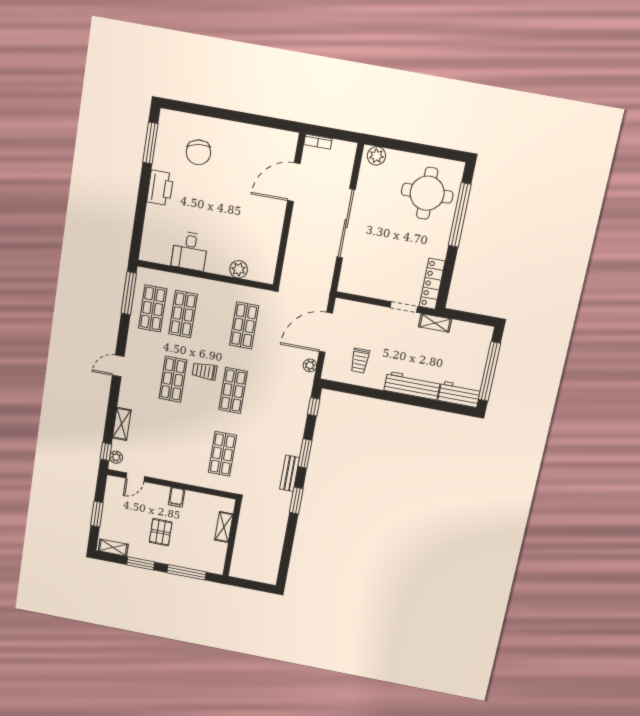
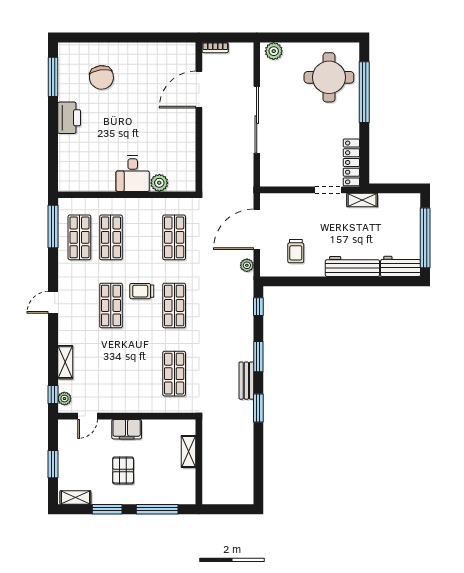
desk: (190, 251) -> (133, 174), moved
filing cabinet: (177, 497) -> (127, 429), width x2.00

